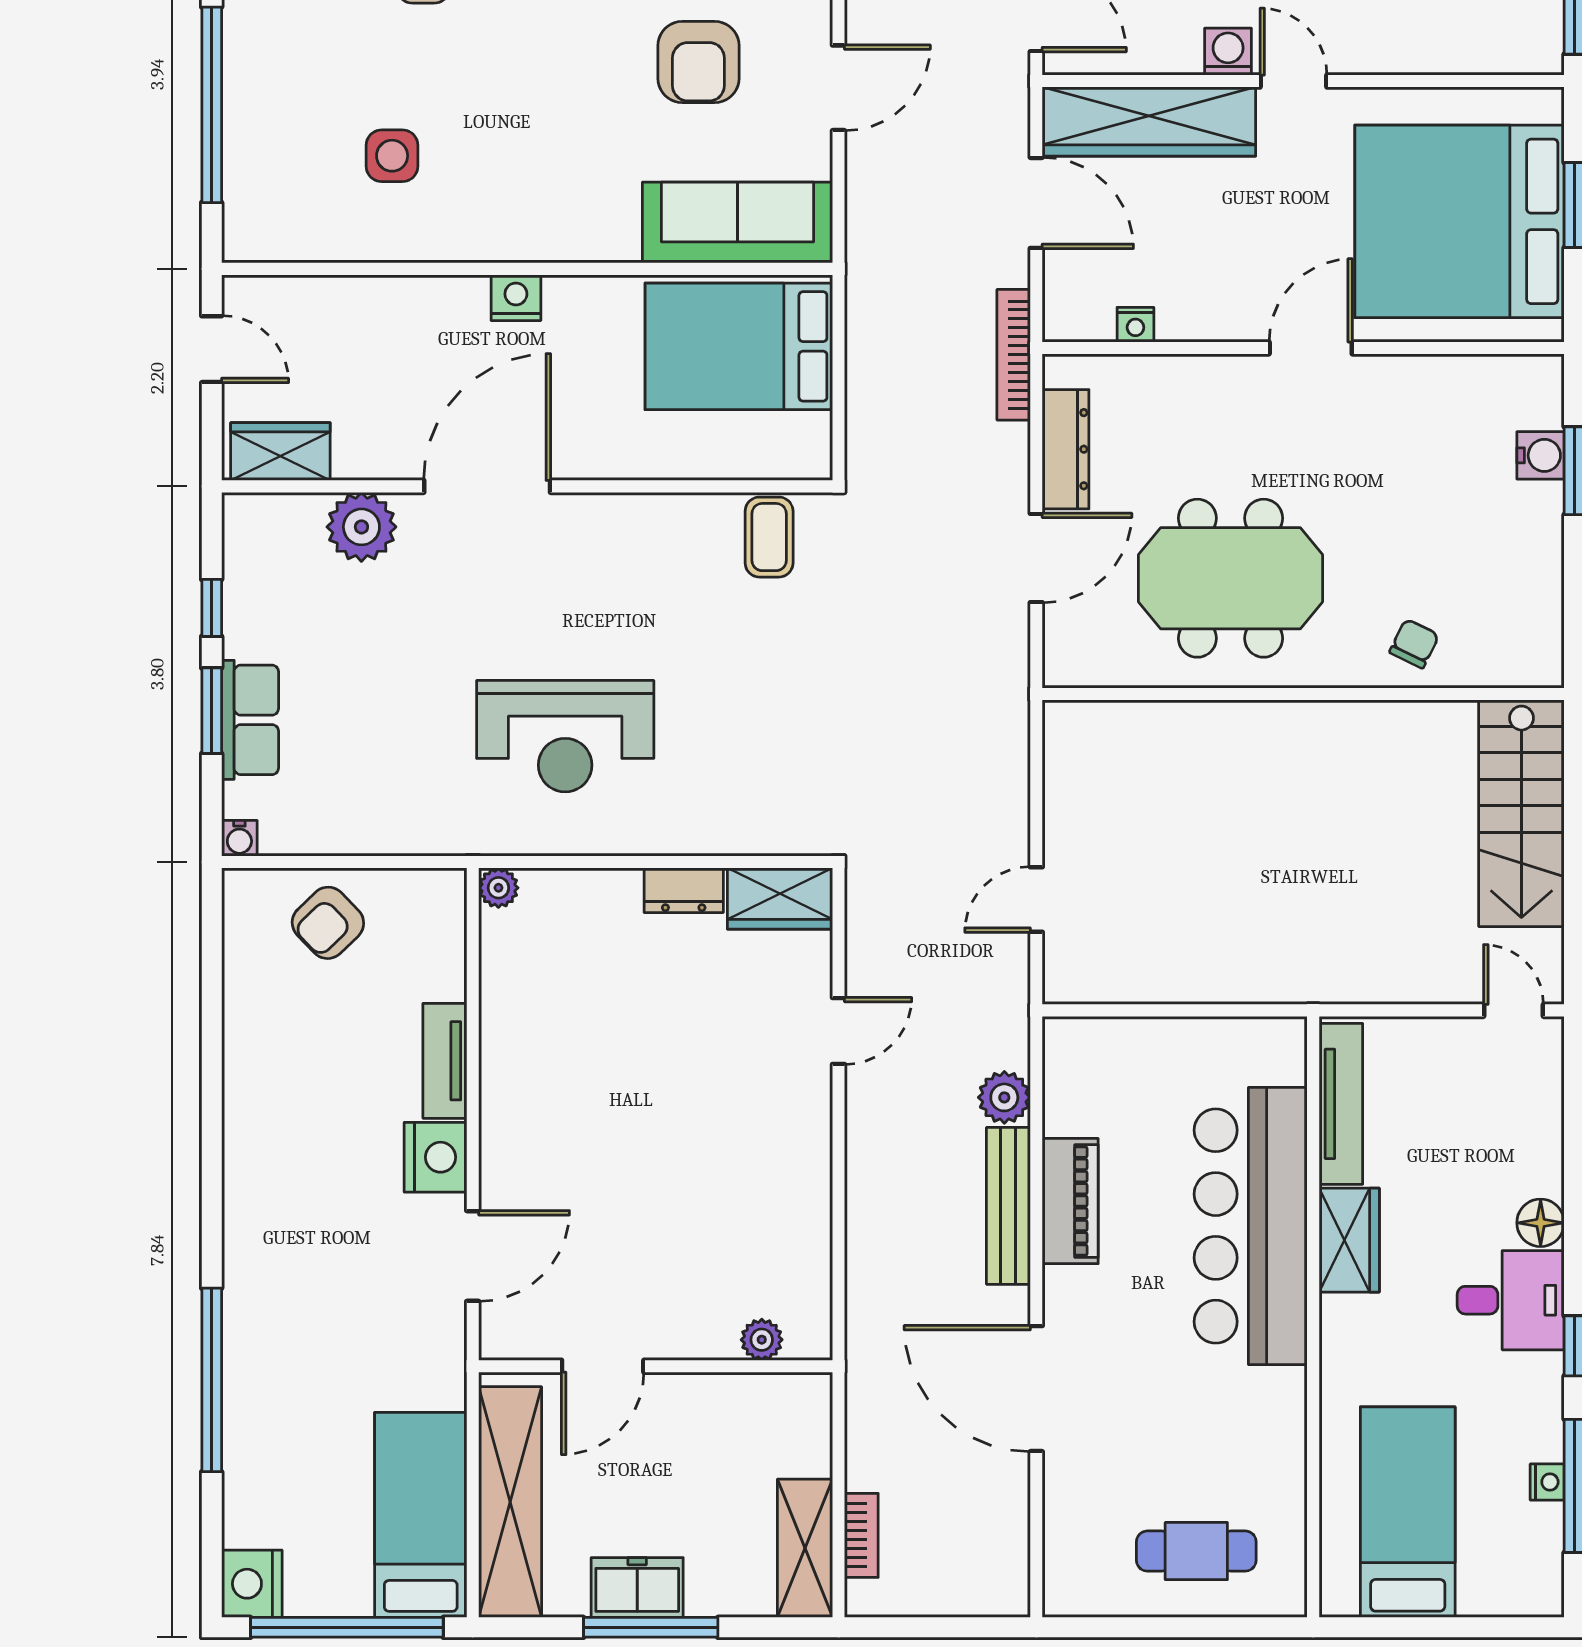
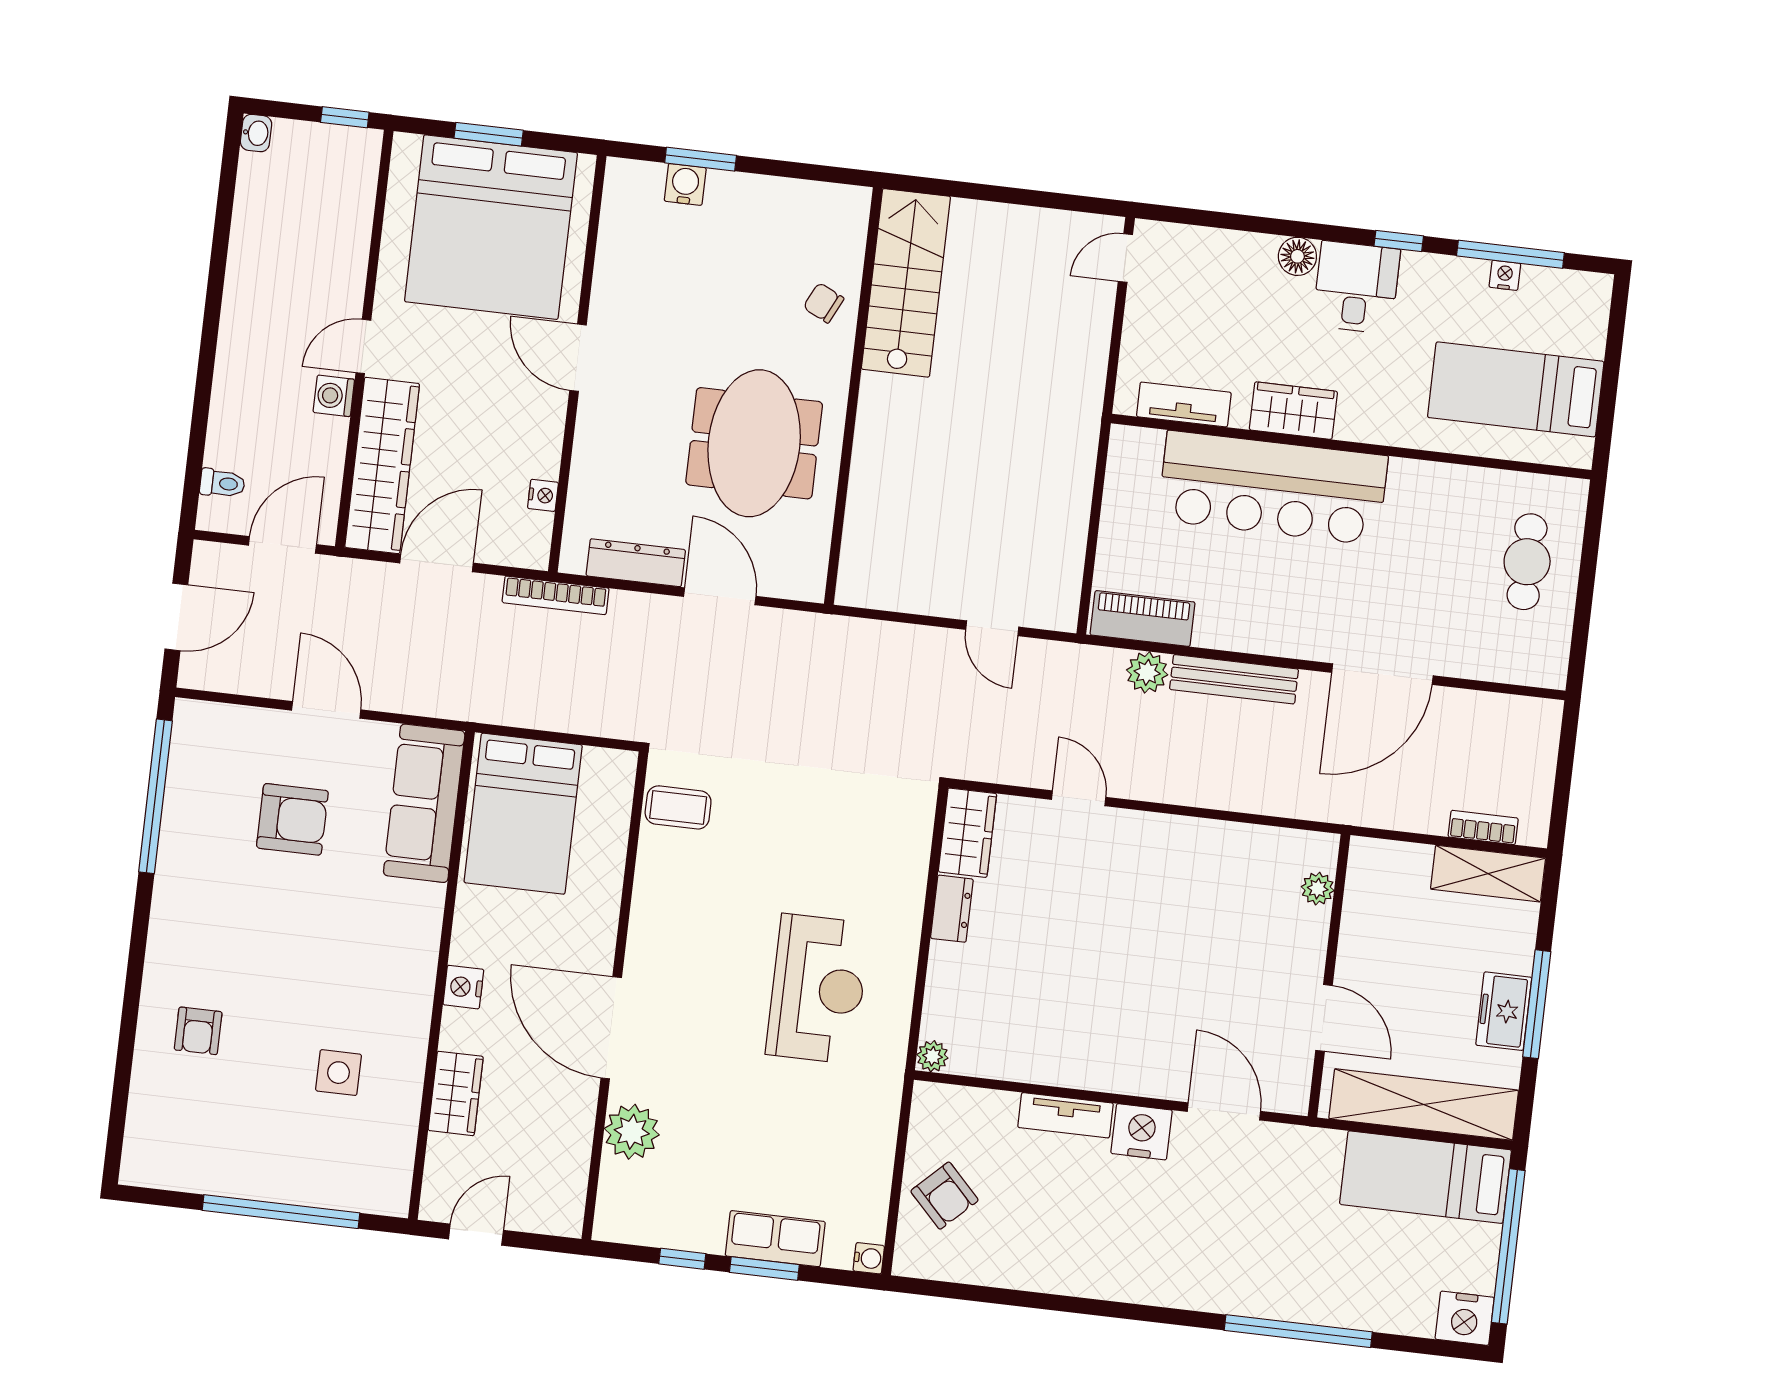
wardrobe: (280, 452) -> (456, 1093), moved, turned 180
stairs: (1521, 813) -> (906, 283), moved, turned -90
tv unit: (1341, 1104) -> (1184, 404), width x0.71
piano: (1070, 1201) -> (1143, 619), moved

